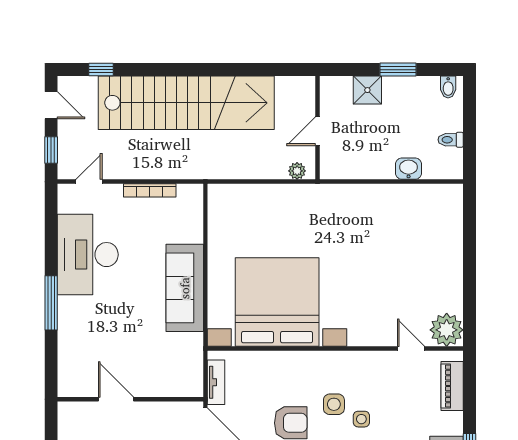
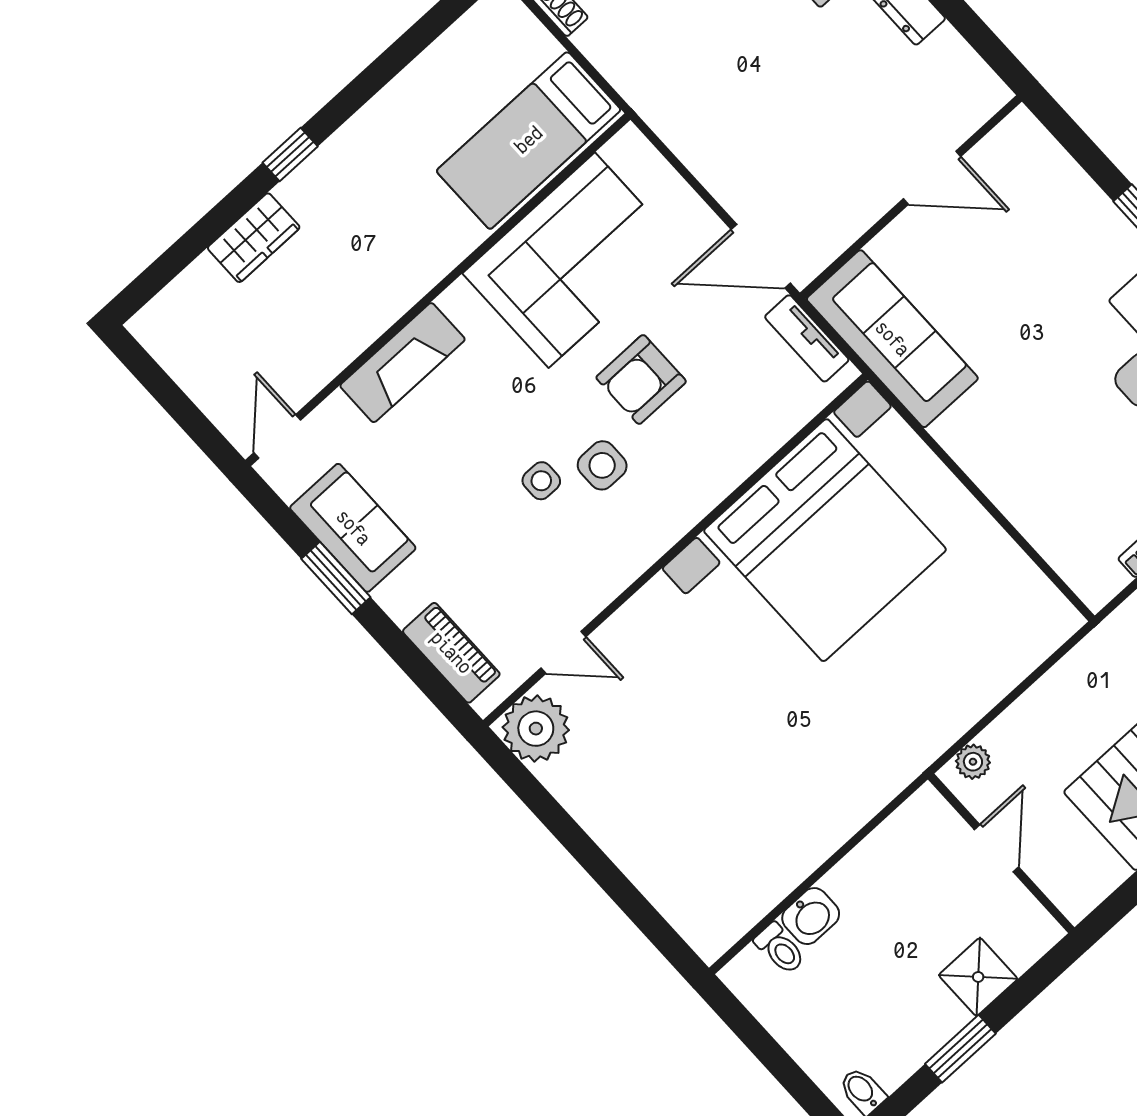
toilet: (451, 140) -> (780, 949), moved, turned 90
sofa: (185, 288) -> (892, 339), moved

